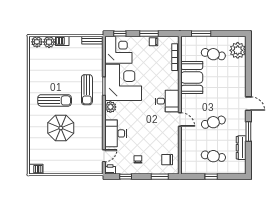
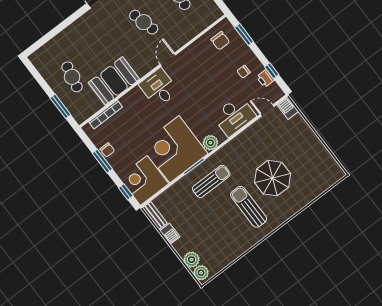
barbecue: (62, 41) -> (170, 234), moved
plant: (238, 50) -> (48, 54), removed
barbecue: (36, 169) -> (288, 108), moved
printer: (110, 169) -> (265, 78), moved

